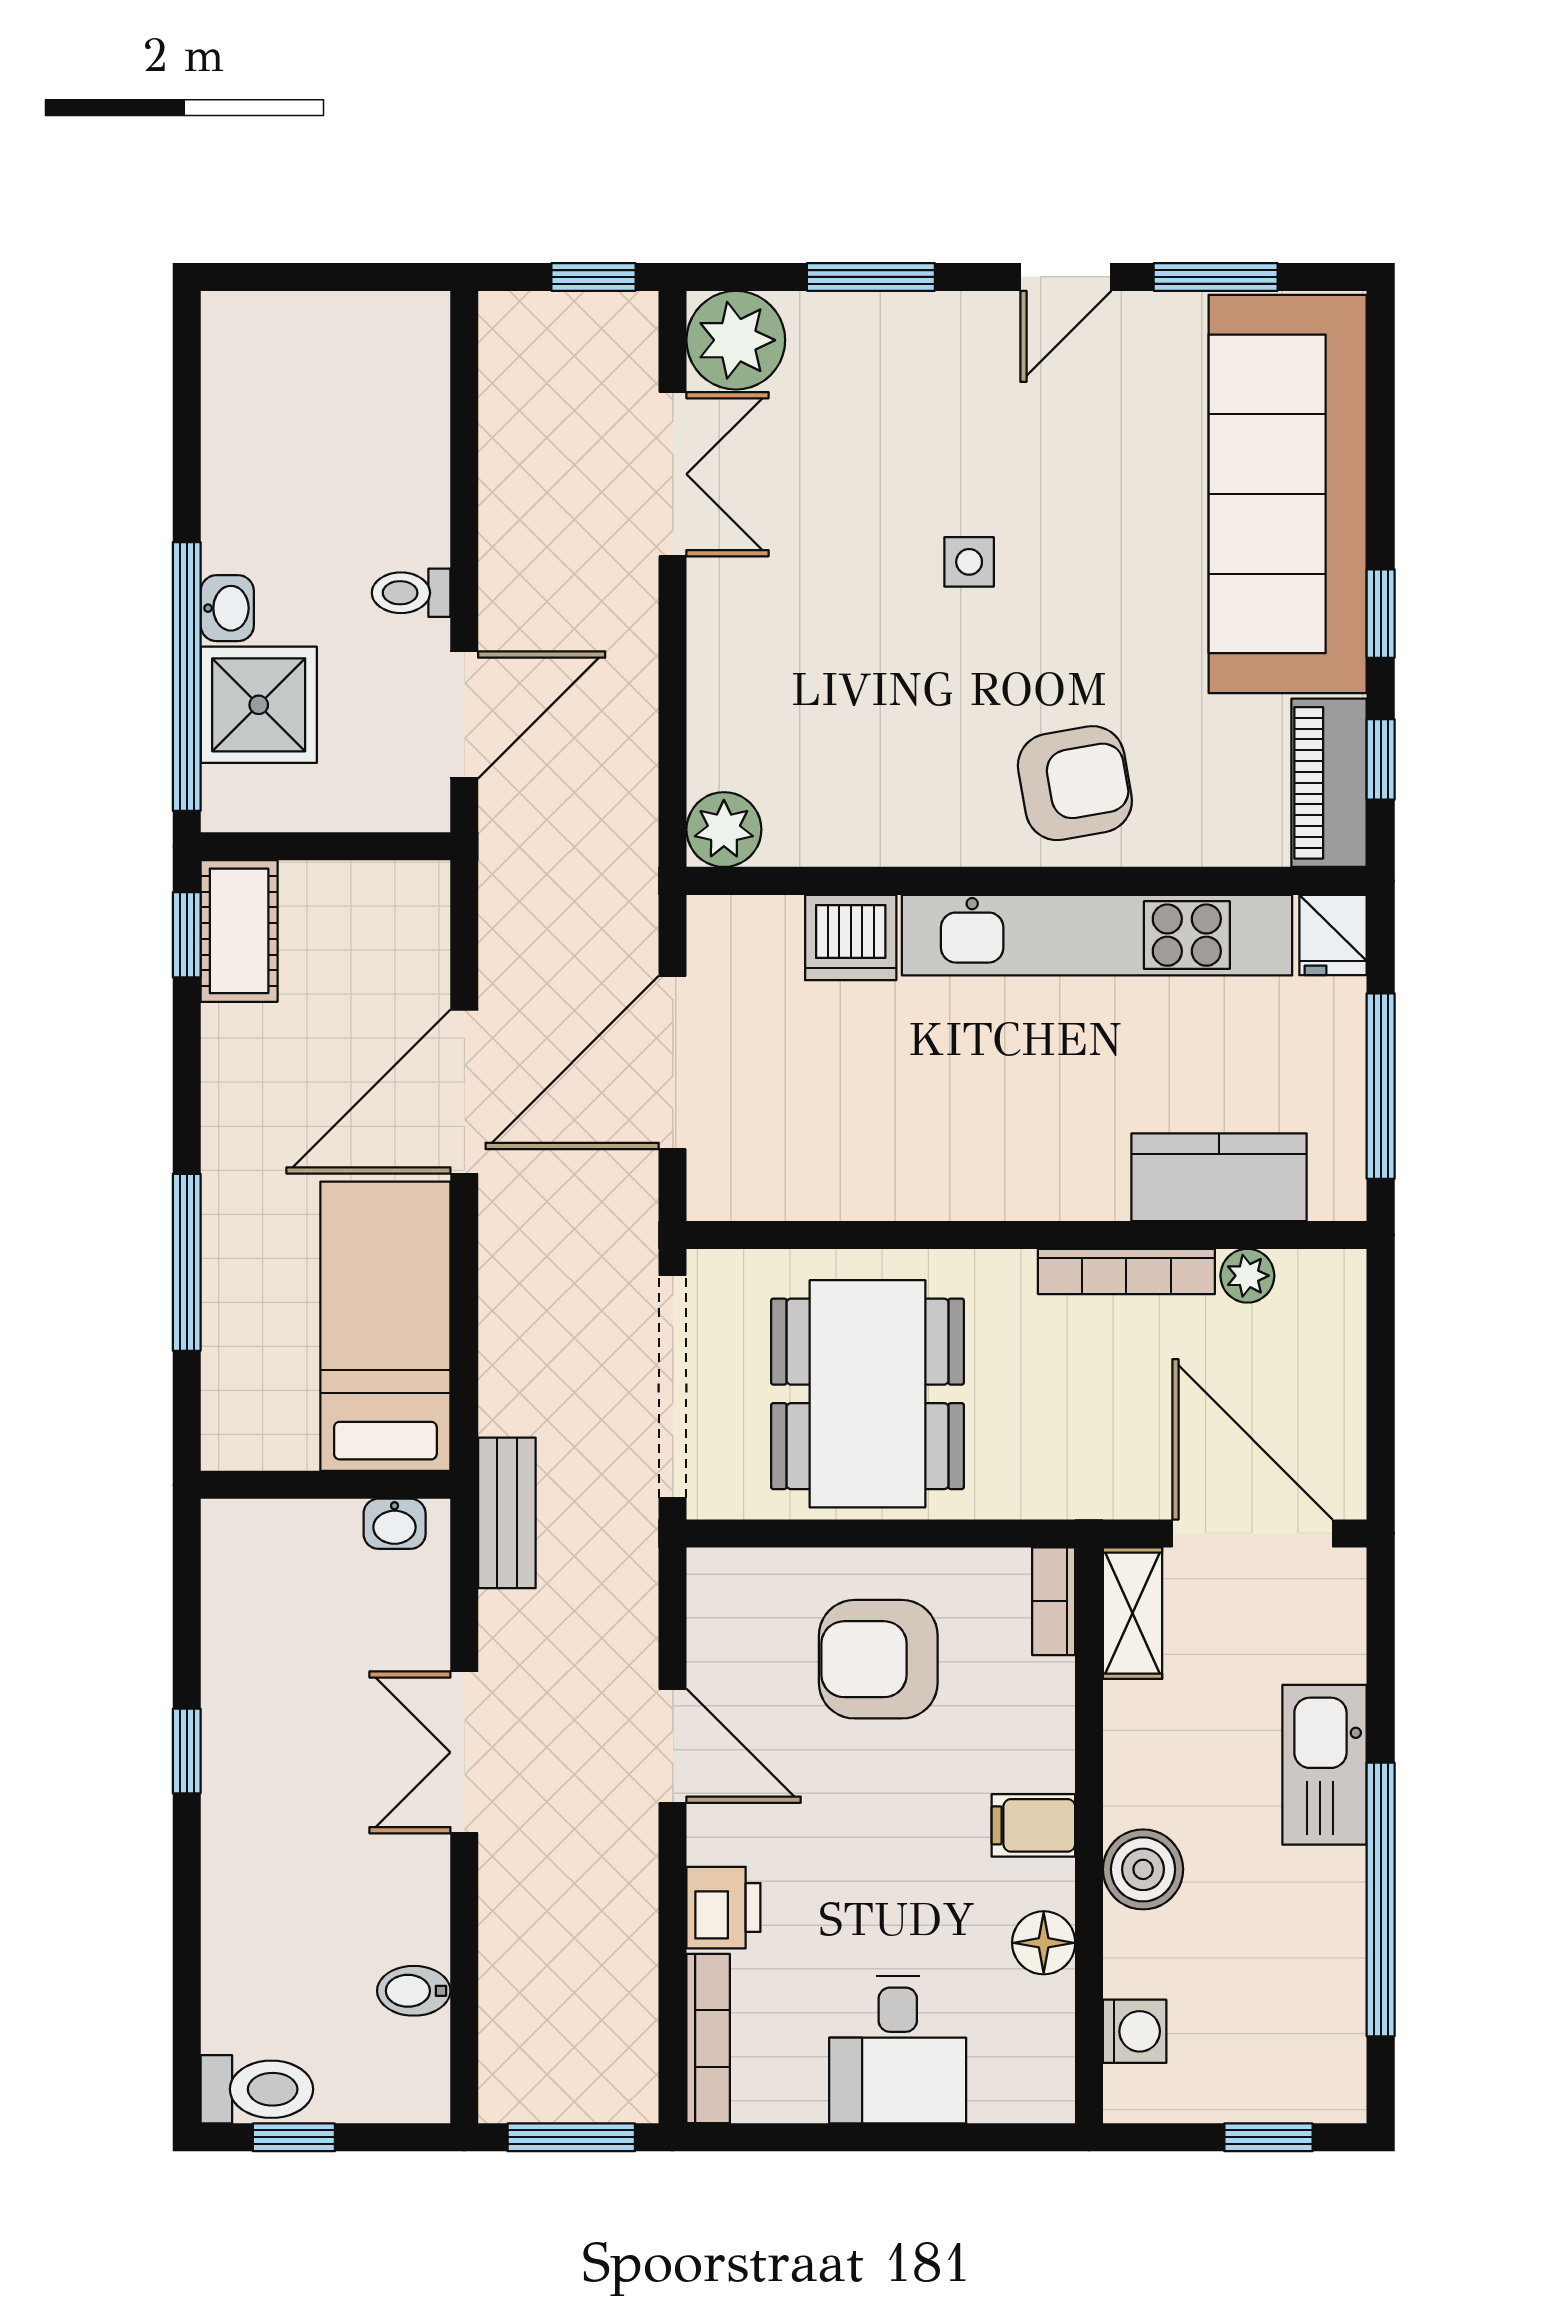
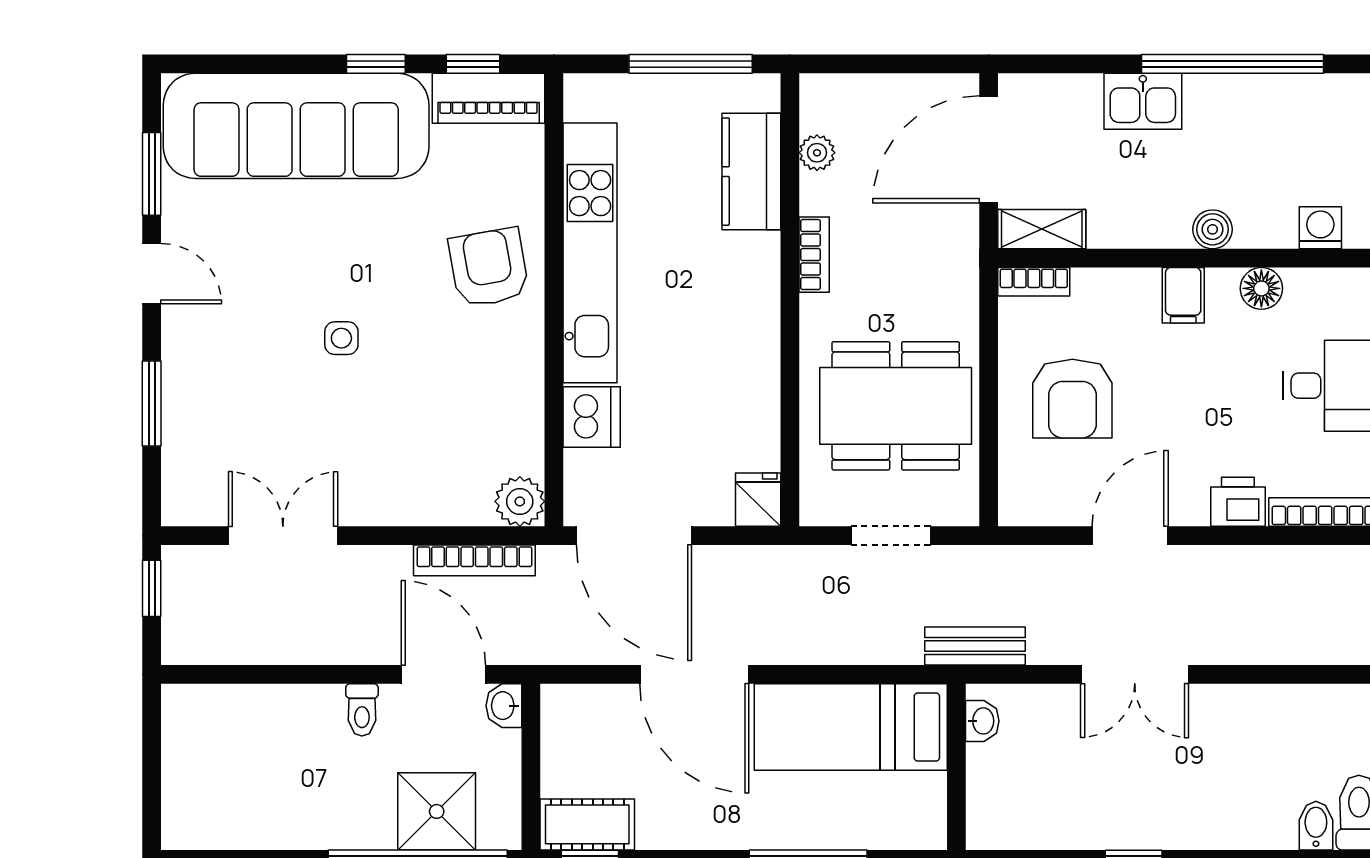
plant: (736, 340) -> (194, 494), removed
washbasin: (227, 608) -> (504, 706), moved, turned -90
bookcase: (635, 762) -> (474, 560), added
fridge: (1333, 935) -> (758, 500), moved, turned -90
door: (673, 1063) -> (634, 536), moved
bookcase: (1126, 1271) -> (814, 255), width x0.64
doorway: (673, 1387) -> (891, 536), width x0.53
kitchen sink: (1325, 1765) -> (1143, 101), width x0.73
boiler: (1143, 1869) -> (1213, 229), width x0.73, depth x0.73
bidet: (414, 1991) -> (1316, 826), moved, turned 180

